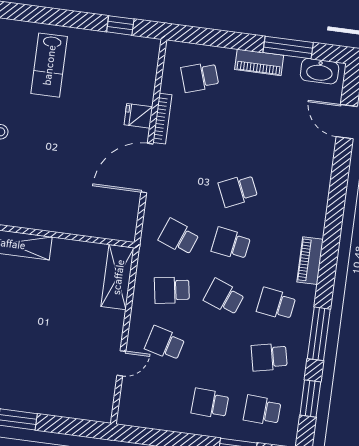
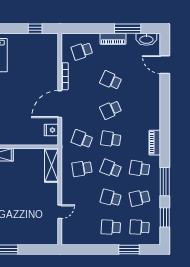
fridge: (138, 116) -> (51, 130), moved
school desk: (245, 137) -> (111, 80), added
school desk: (165, 343) -> (111, 198), moved

